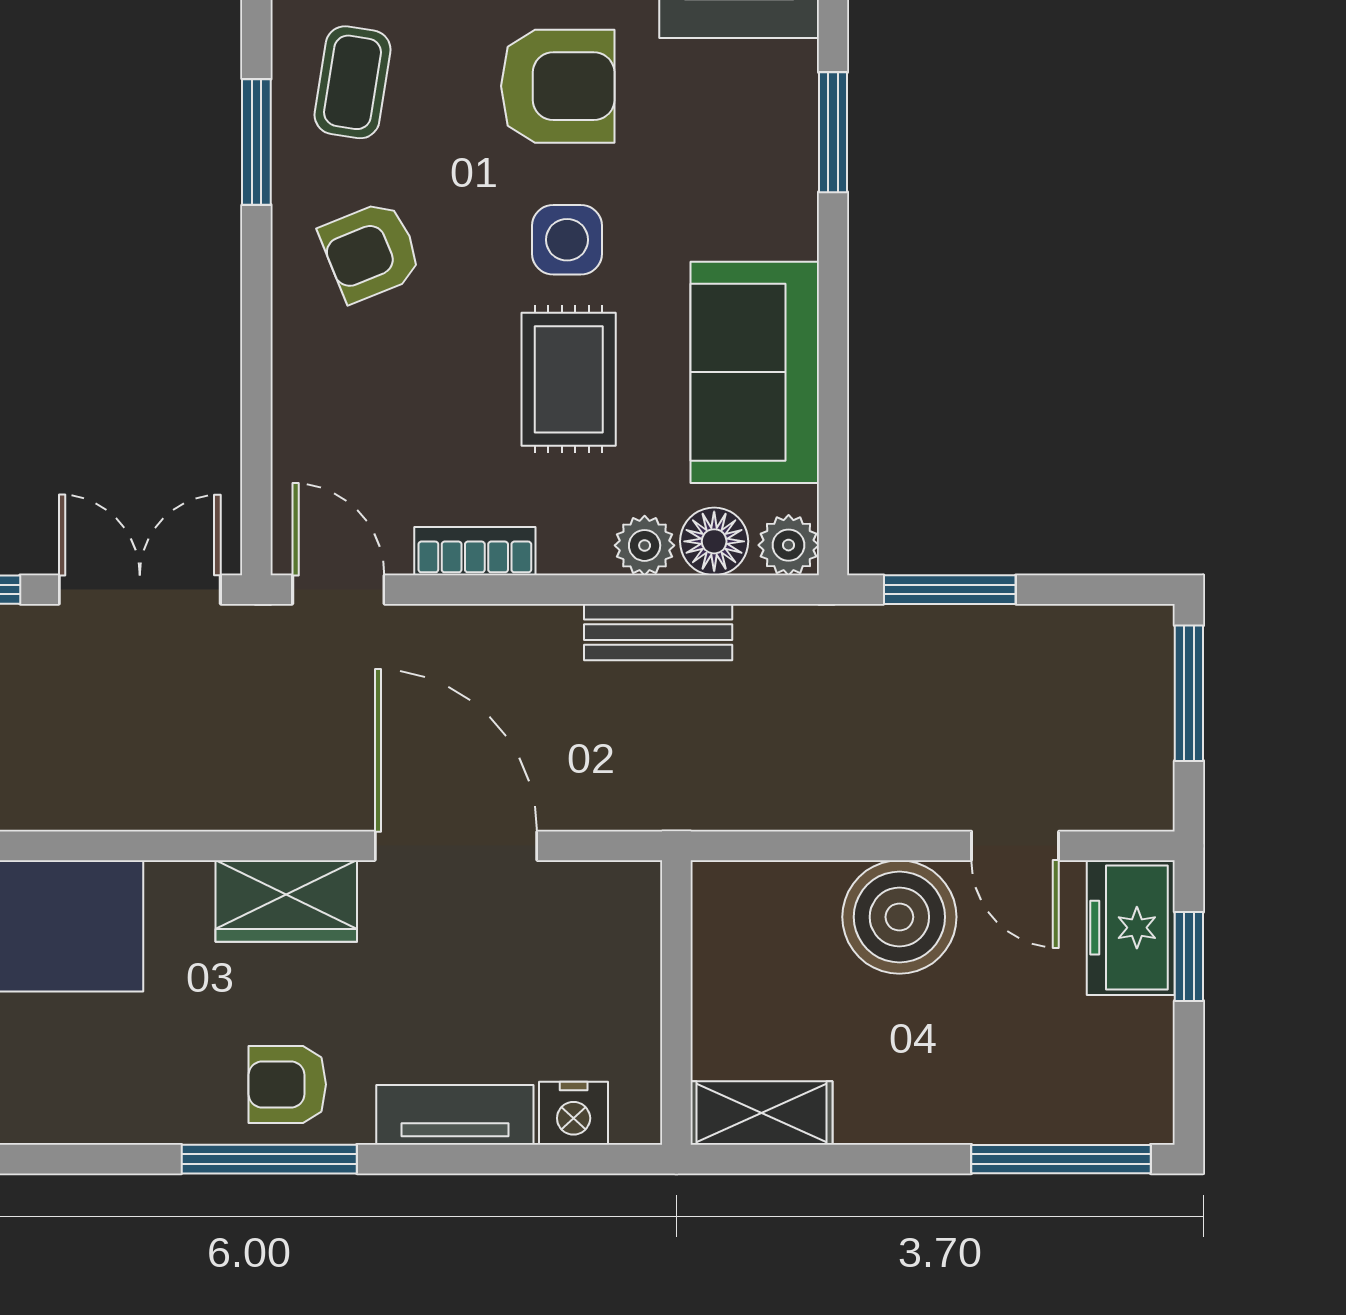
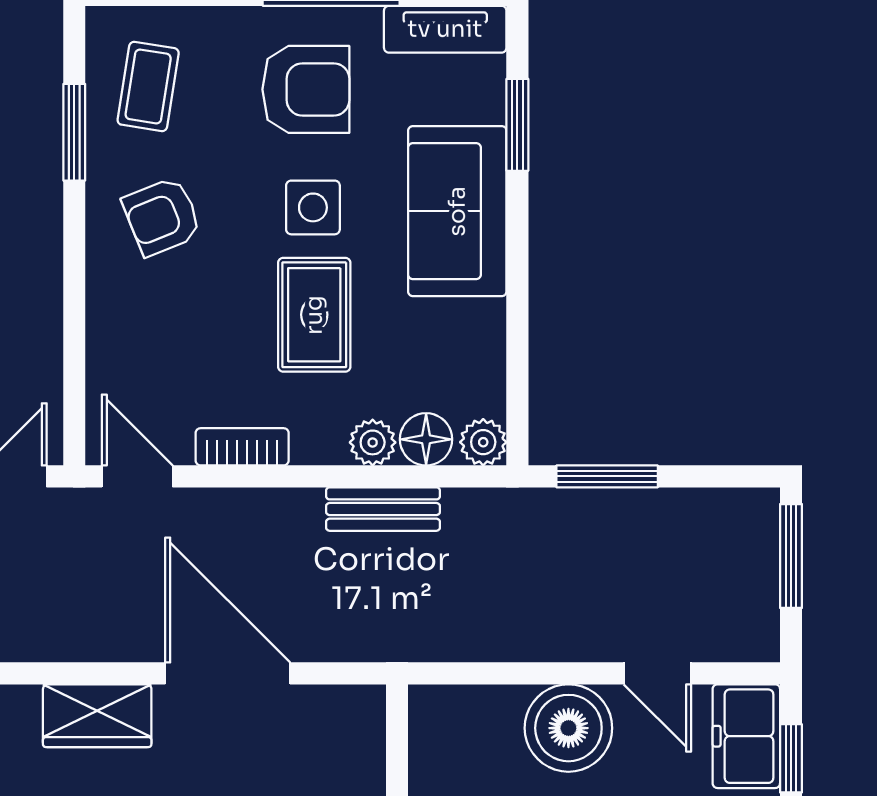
sofa: (755, 372) -> (457, 211), moved

